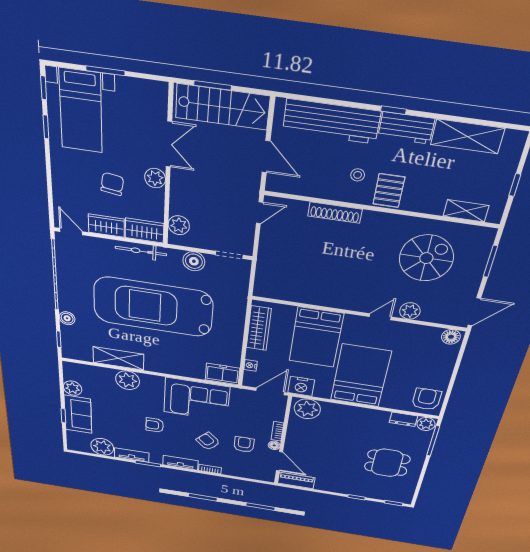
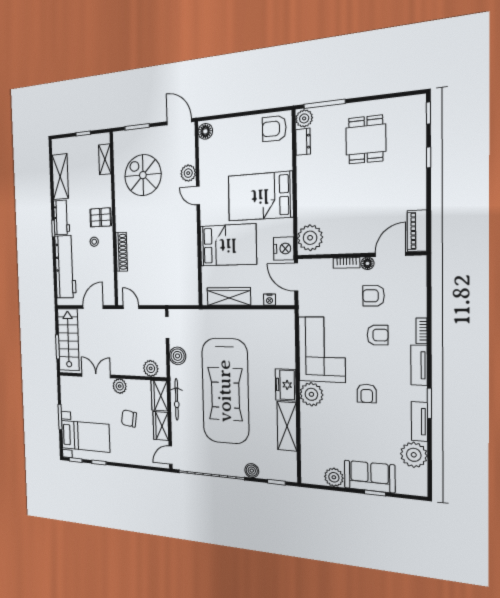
freezer: (223, 374) -> (286, 385), moved
plant: (128, 380) -> (311, 394), moved
armchair: (208, 441) -> (378, 335), turned -134

